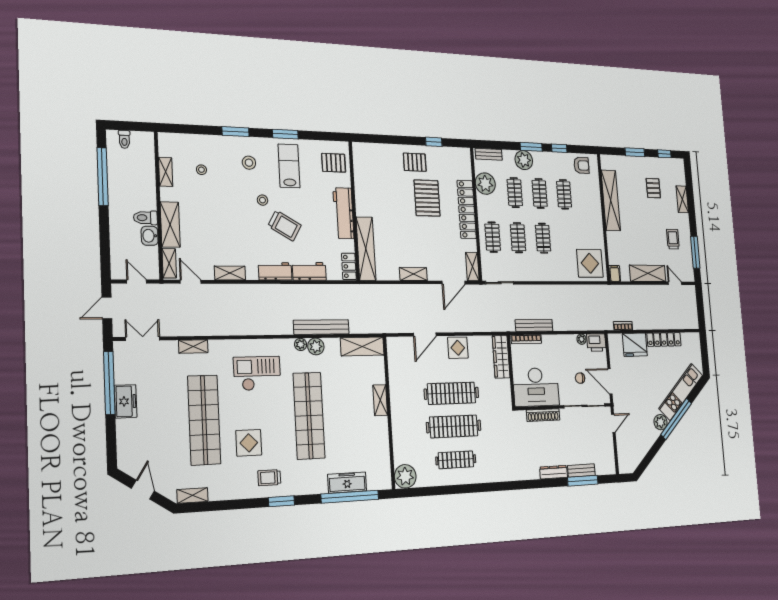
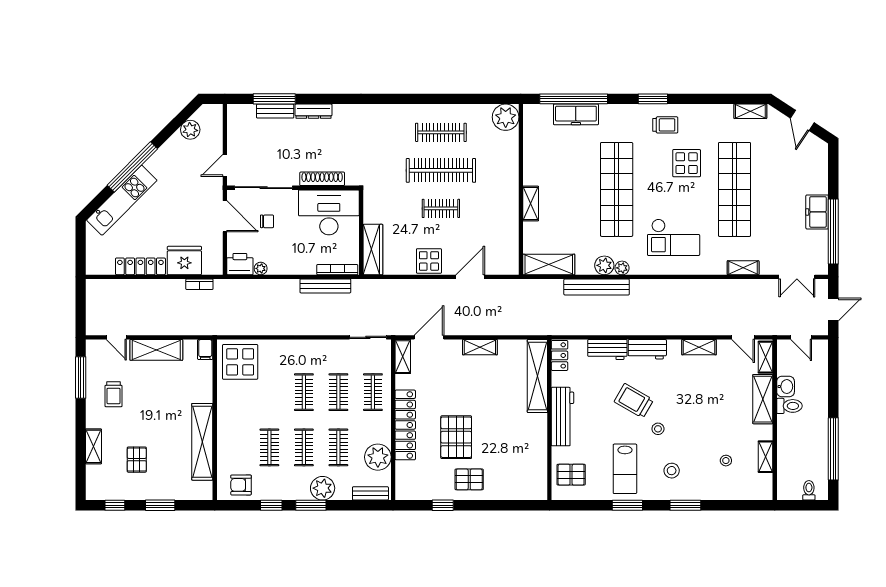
clothes rail: (452, 393) -> (441, 208), width x0.54, depth x0.76
plant: (661, 422) -> (190, 130), moved

